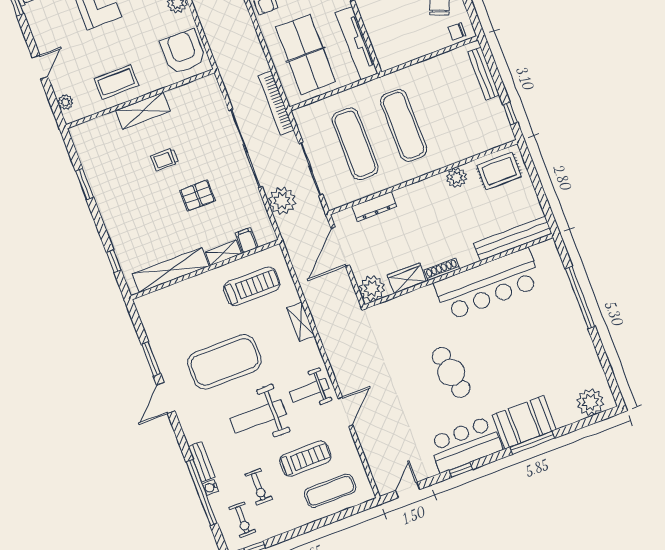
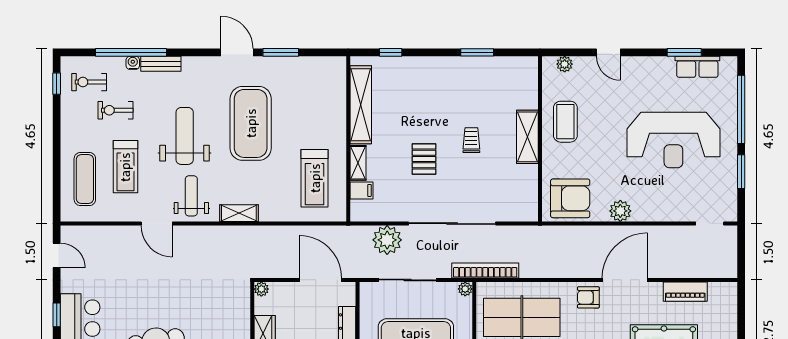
plant: (299, 115) -> (465, 289), added
plant: (372, 288) -> (261, 289), width x0.53, depth x0.53
shelving: (301, 322) -> (239, 213), moved

